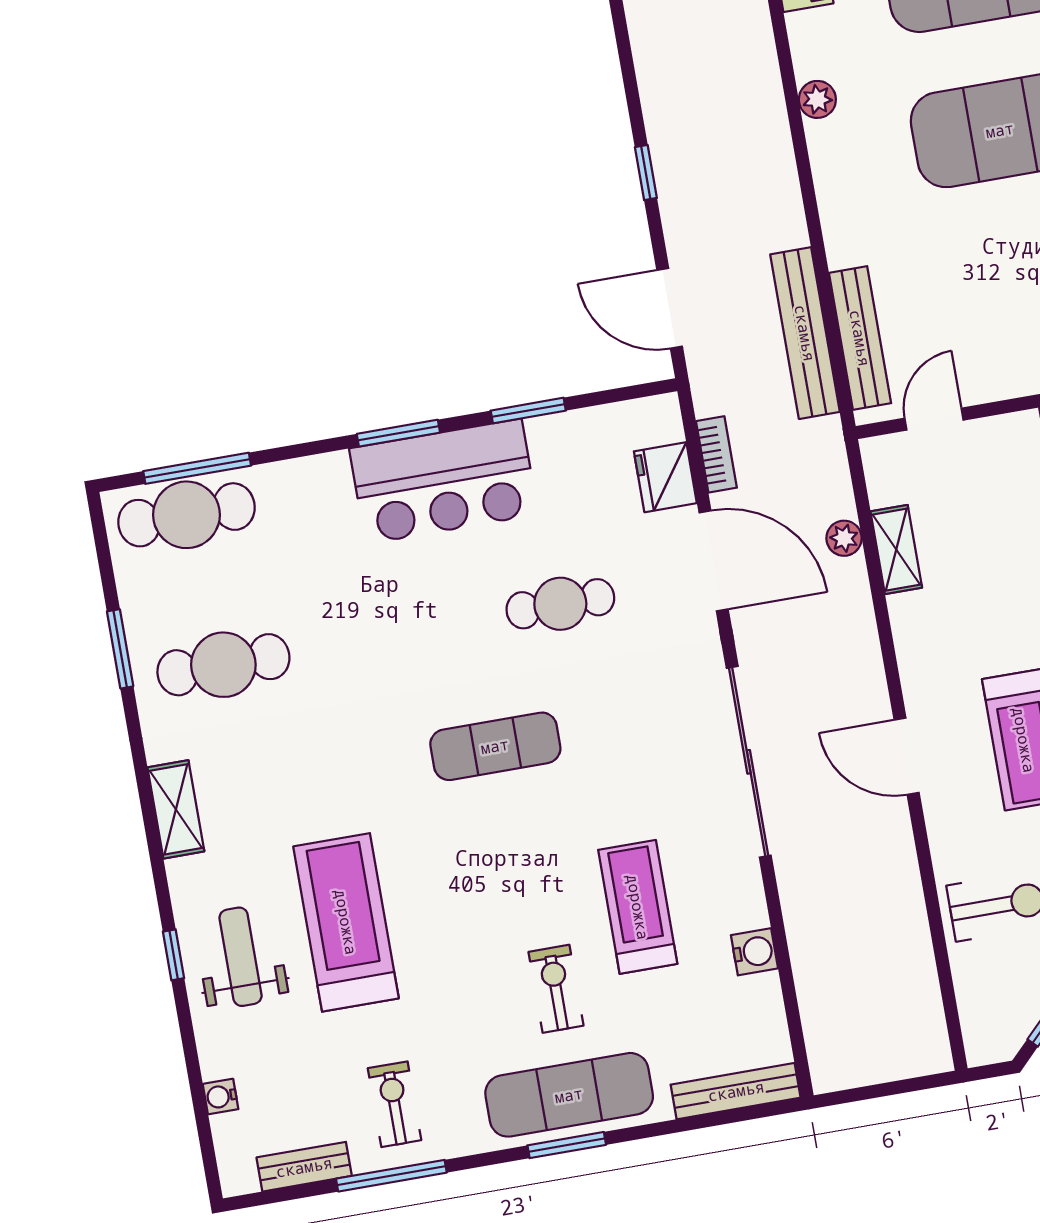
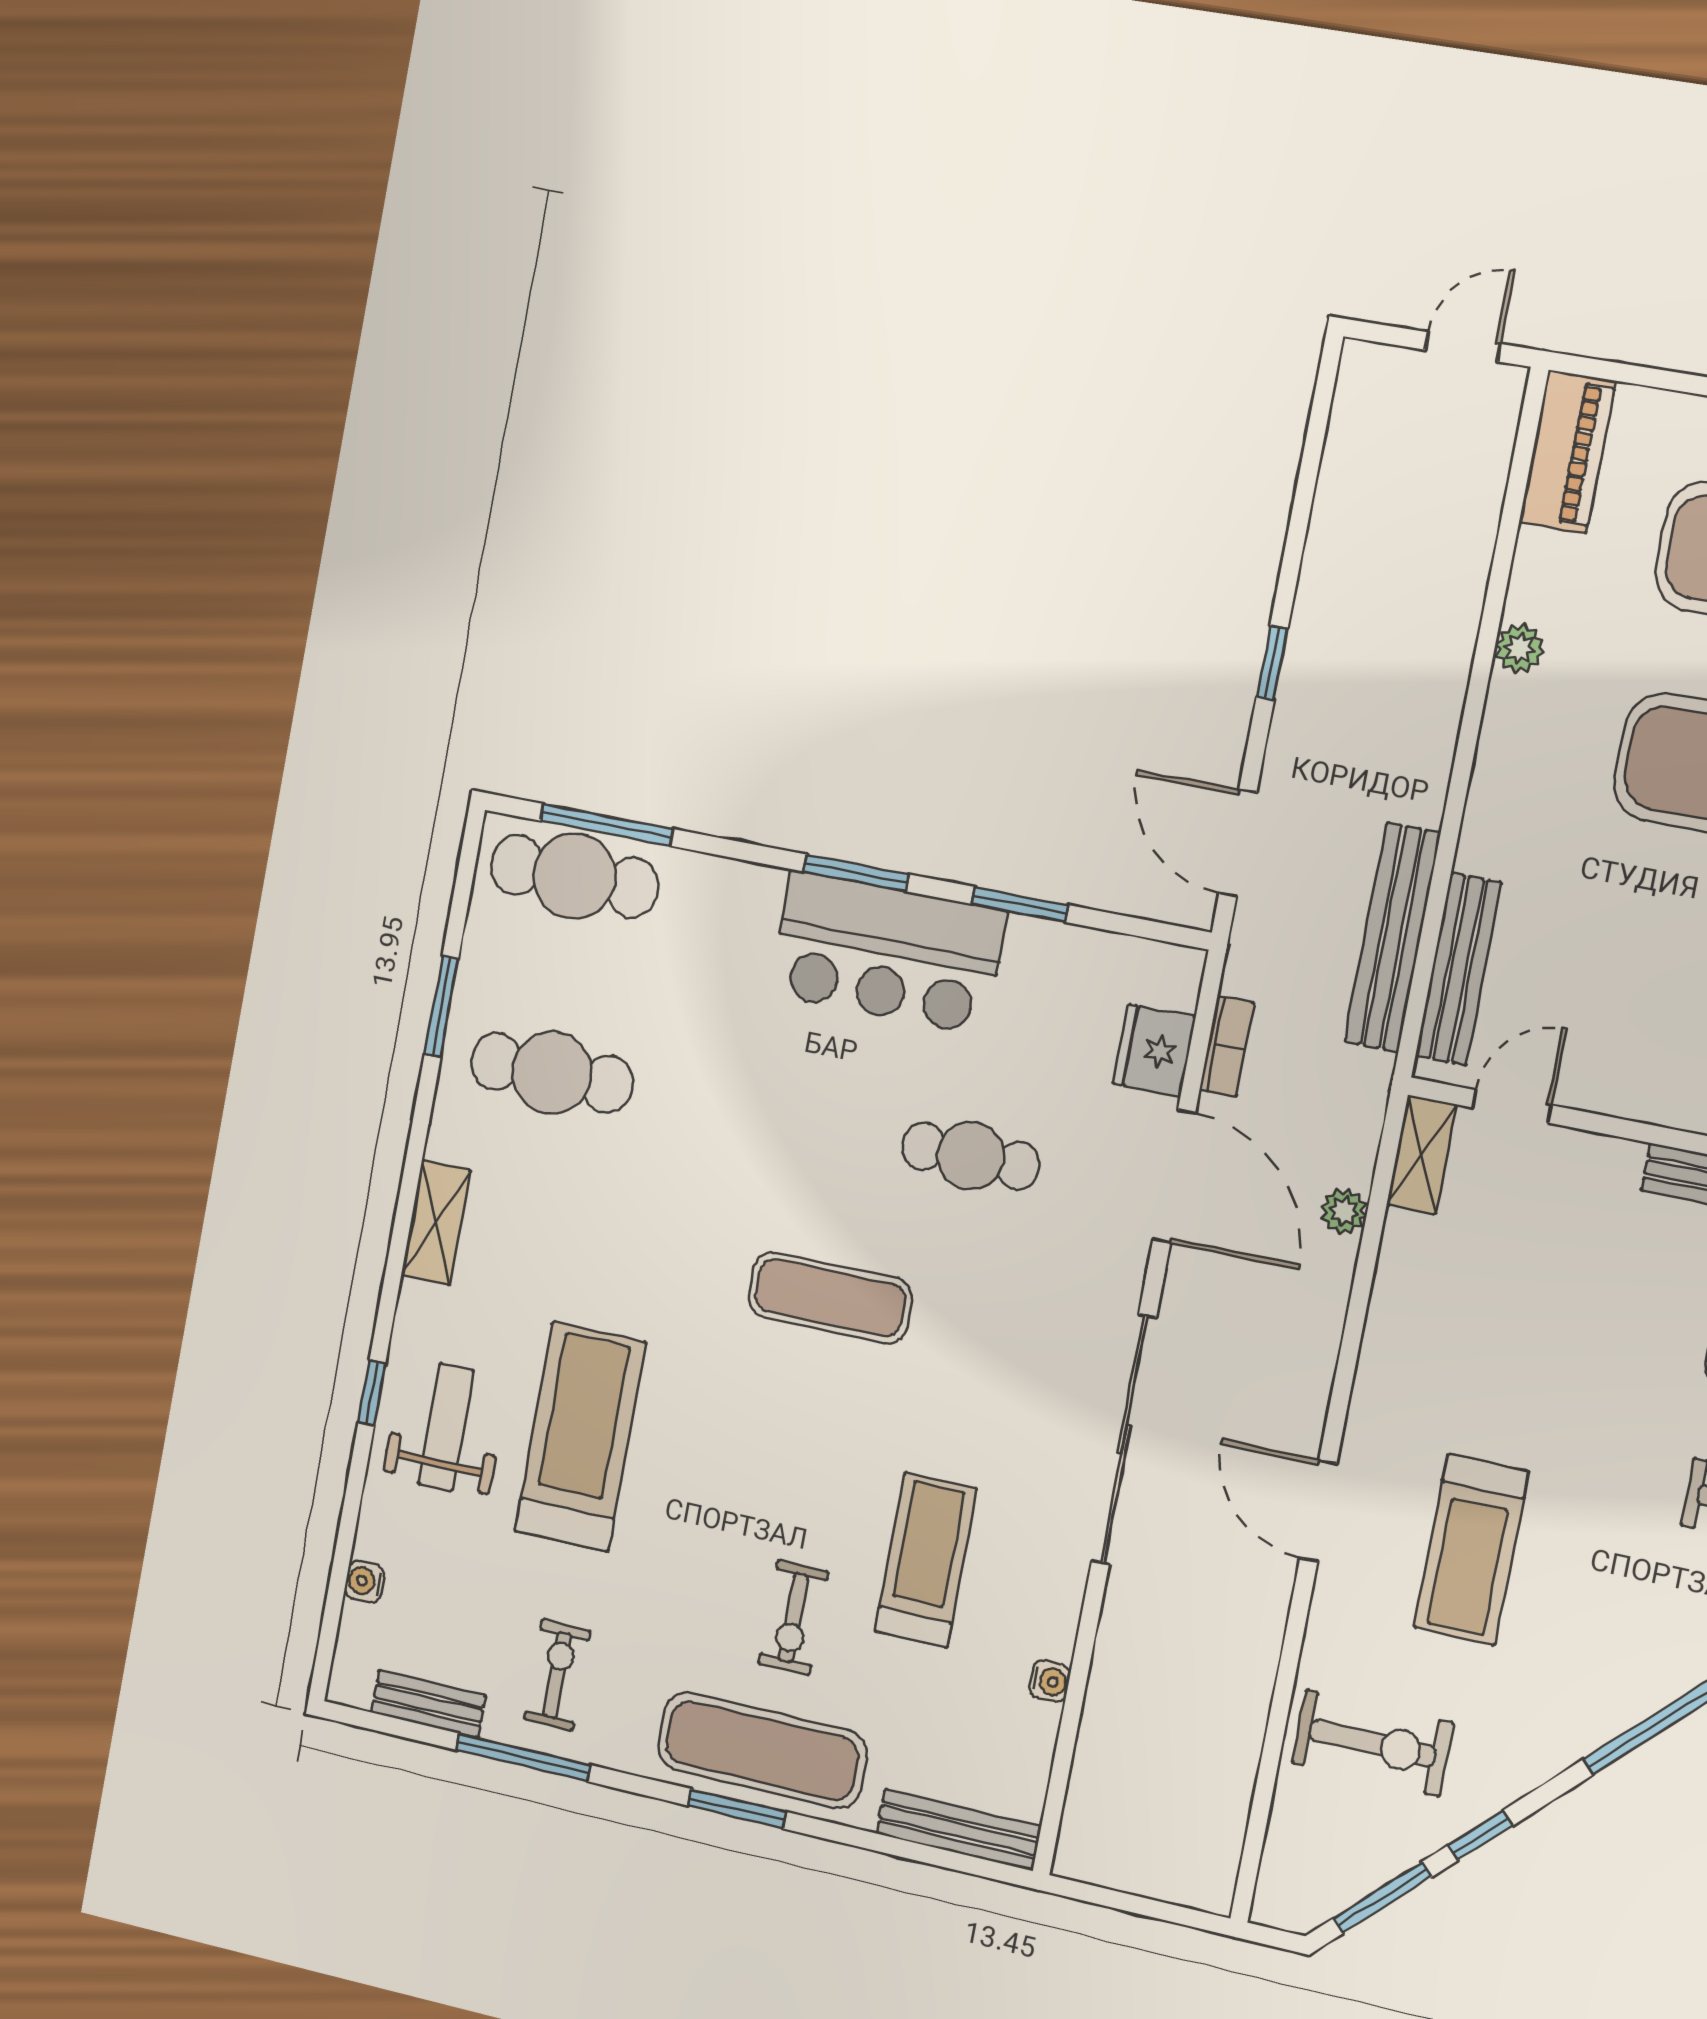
shelving: (896, 550) -> (1422, 1155), moved
water cooler: (754, 952) -> (1050, 1681), width x0.72, depth x0.72
exercise bike: (556, 989) -> (793, 1618), turned 180

